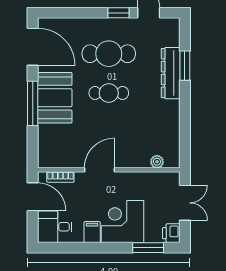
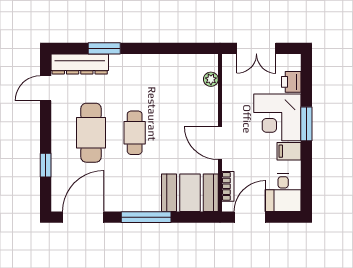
window: (119, 13) -> (46, 165), moved
dresser: (171, 73) -> (80, 64), moved
booth: (55, 98) -> (190, 193), moved
double door: (185, 203) -> (256, 48), swing flipped
printer: (171, 233) -> (291, 82), moved, turned 90
window: (148, 248) -> (306, 124), moved

